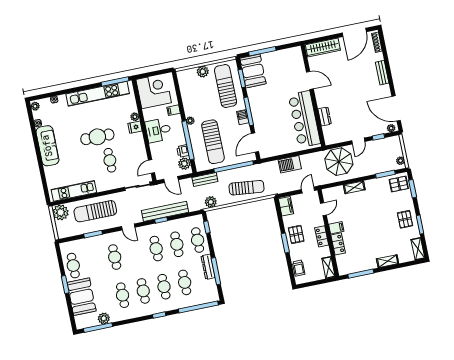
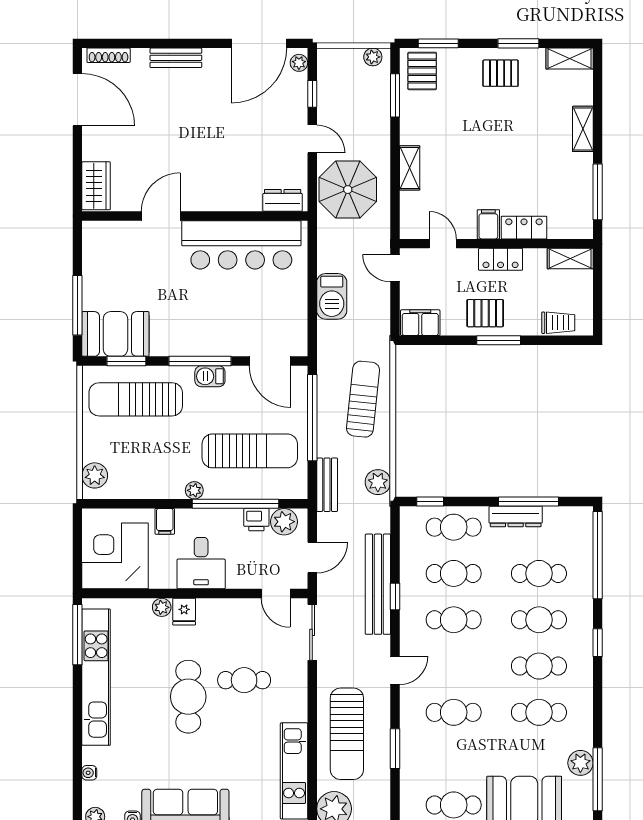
wardrobe: (323, 48) -> (96, 186), width x0.67
plant: (203, 72) -> (95, 475), moved
dresser: (325, 116) -> (283, 200), moved

